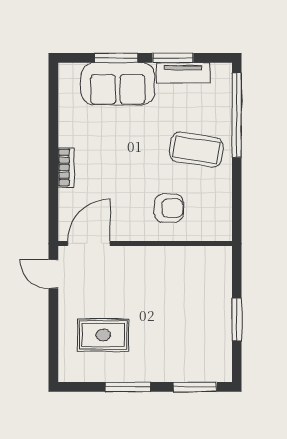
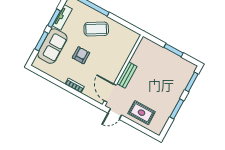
coffee table: (196, 150) -> (96, 29), turned 51
armchair: (169, 208) -> (81, 55), moved
bench: (141, 256) -> (127, 75), added
rug: (103, 335) -> (142, 113), moved, turned 90

